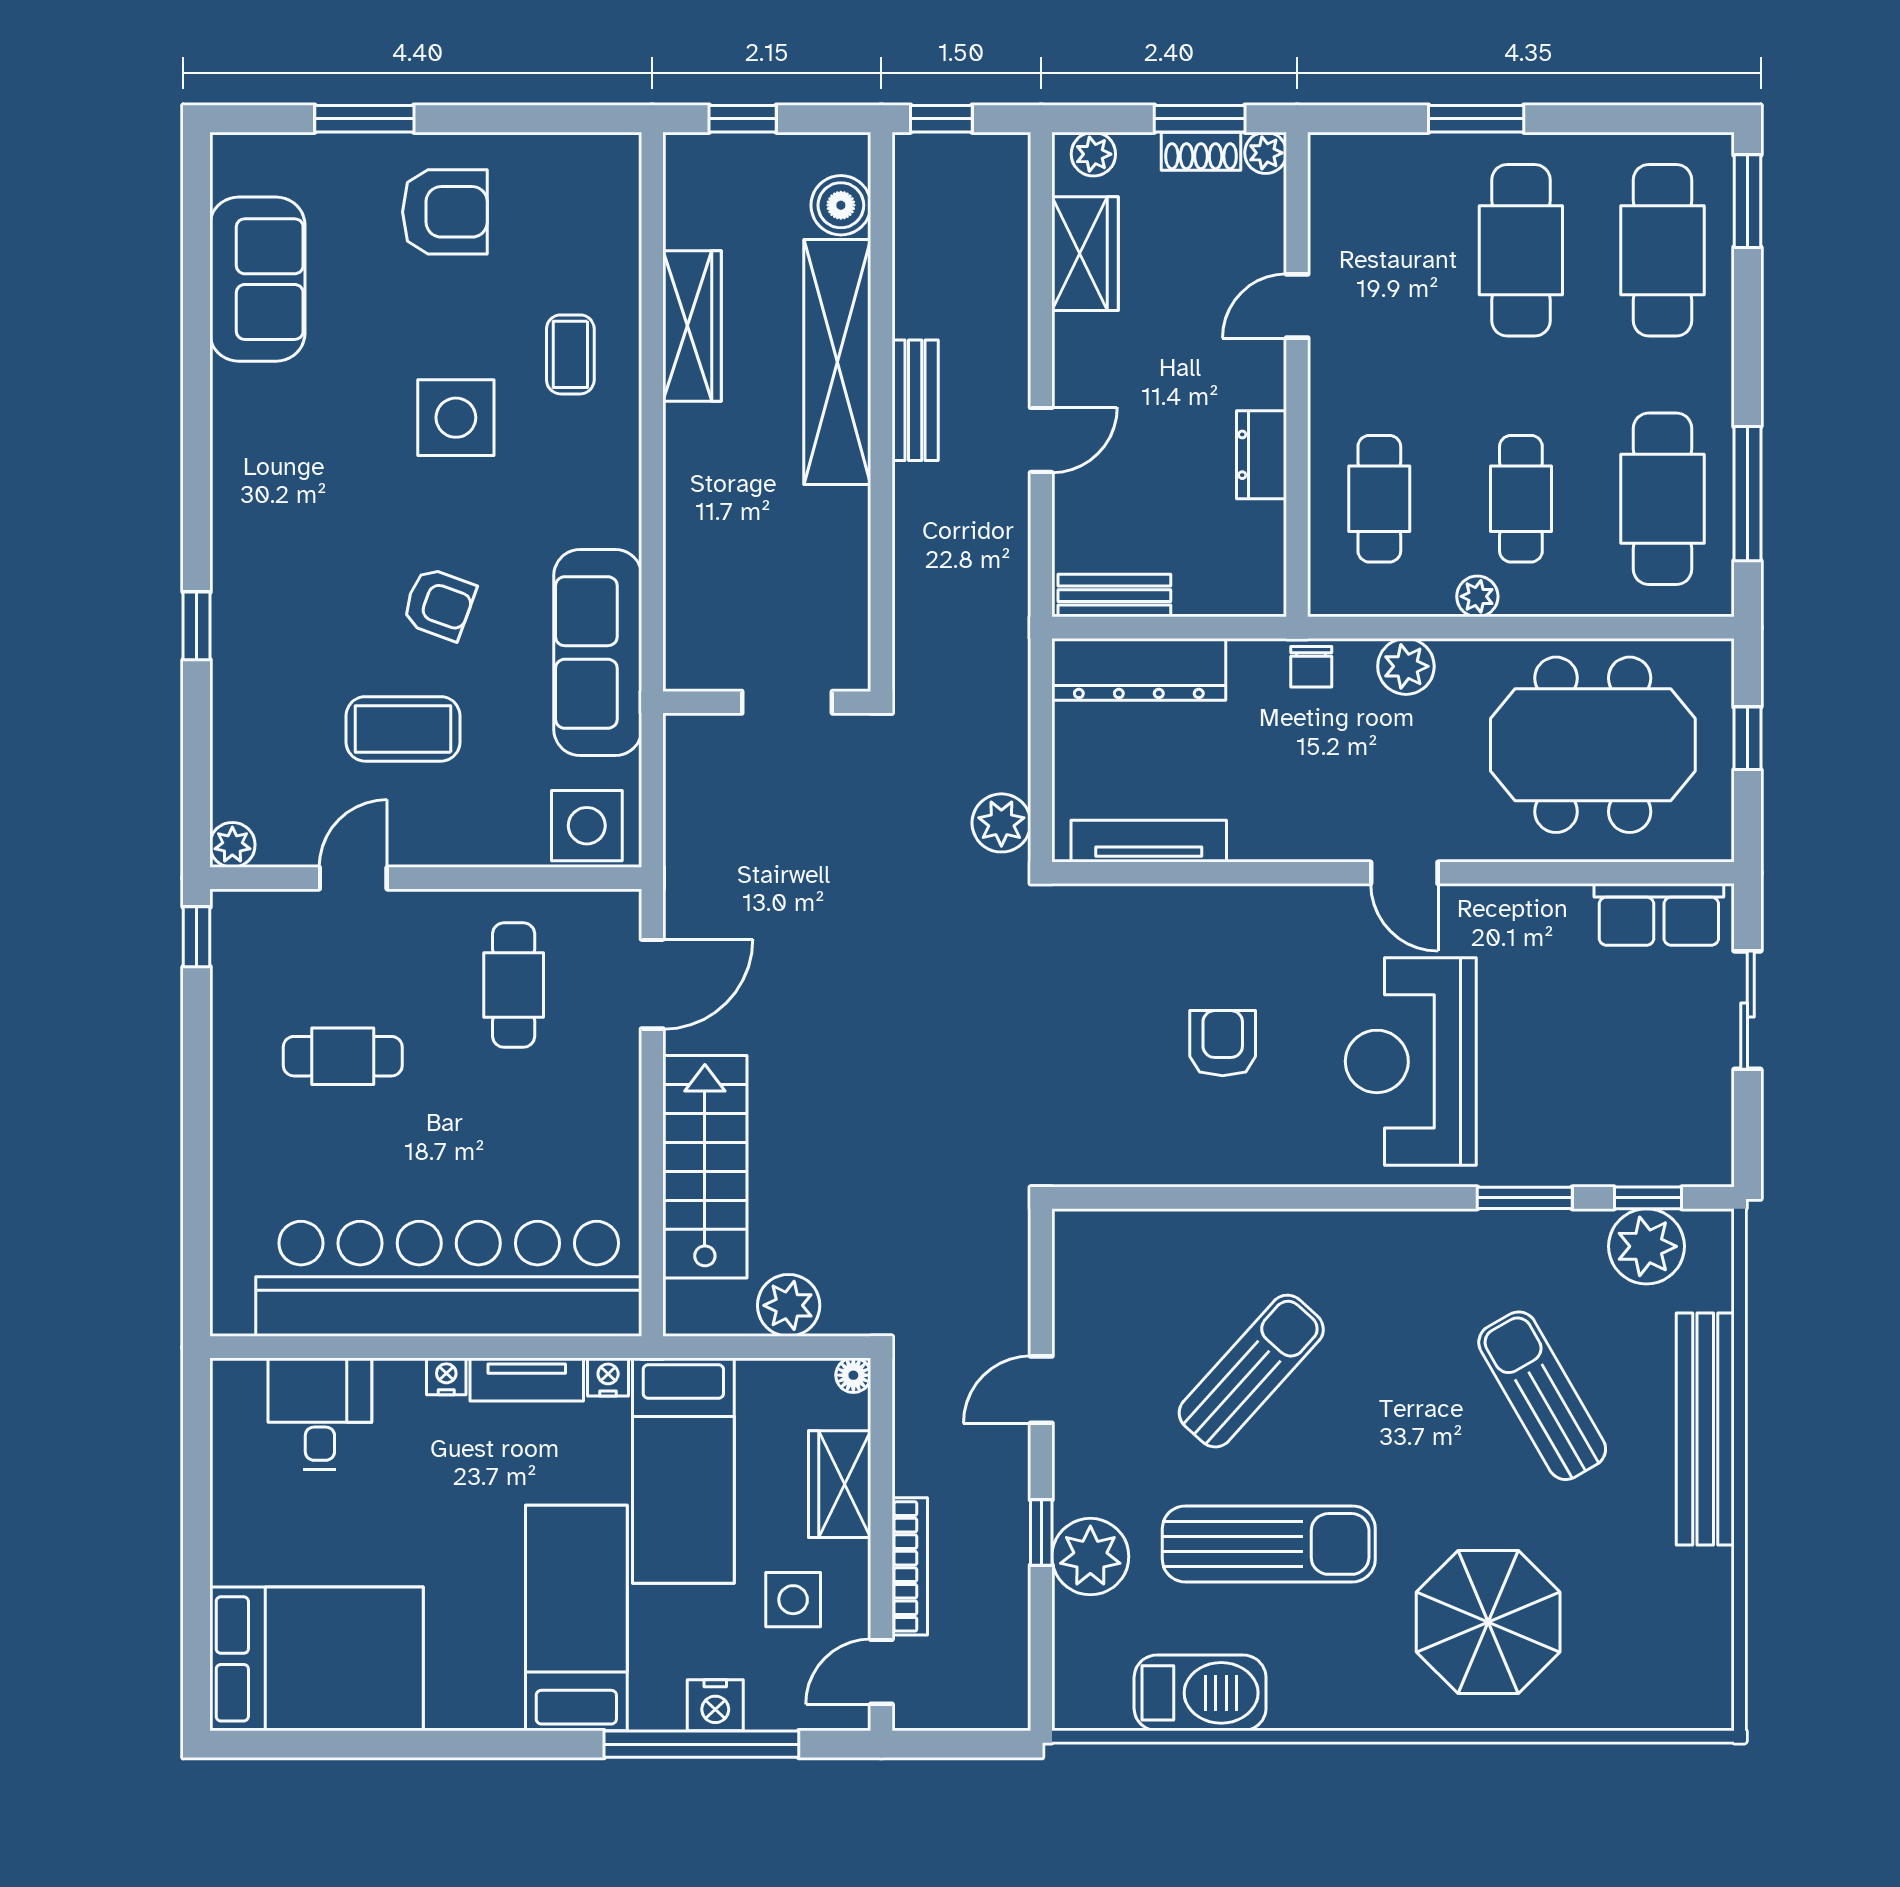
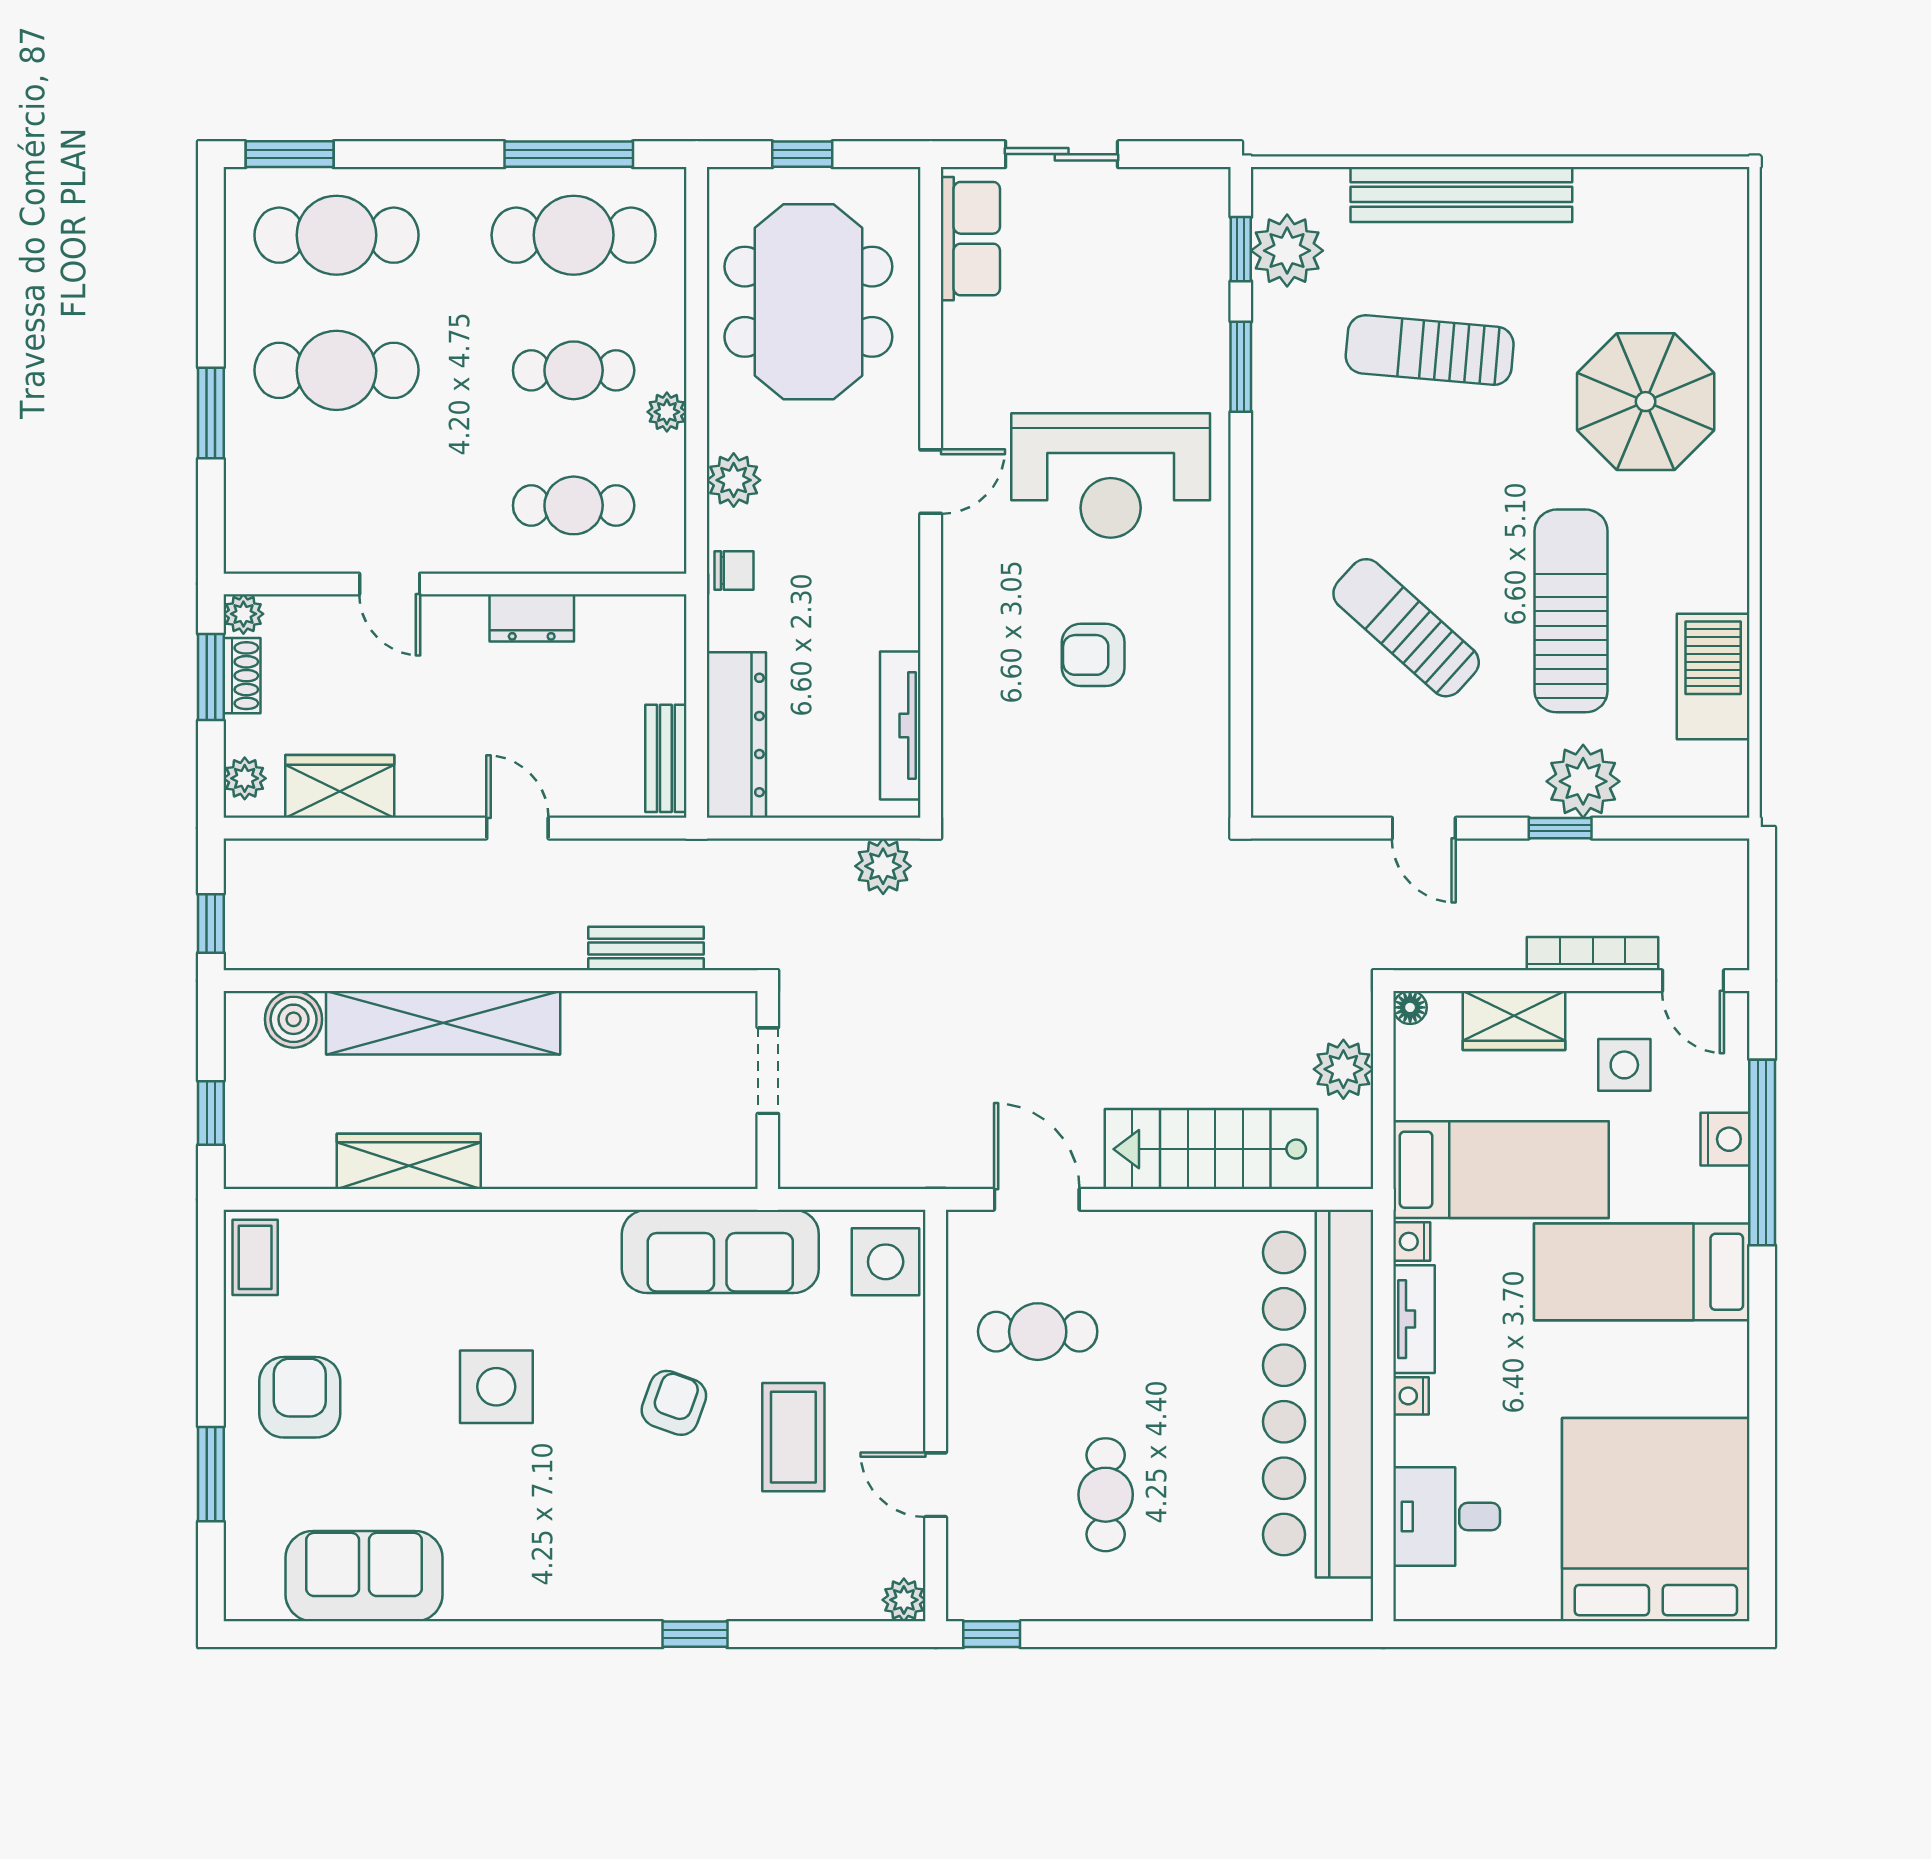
coffee table: (570, 354) -> (255, 1257), moved, turned 90
bench: (915, 400) -> (646, 948), moved
sun lounger: (1542, 1396) -> (1430, 350), turned 35
bed: (317, 1659) -> (1656, 1520), width x1.36

